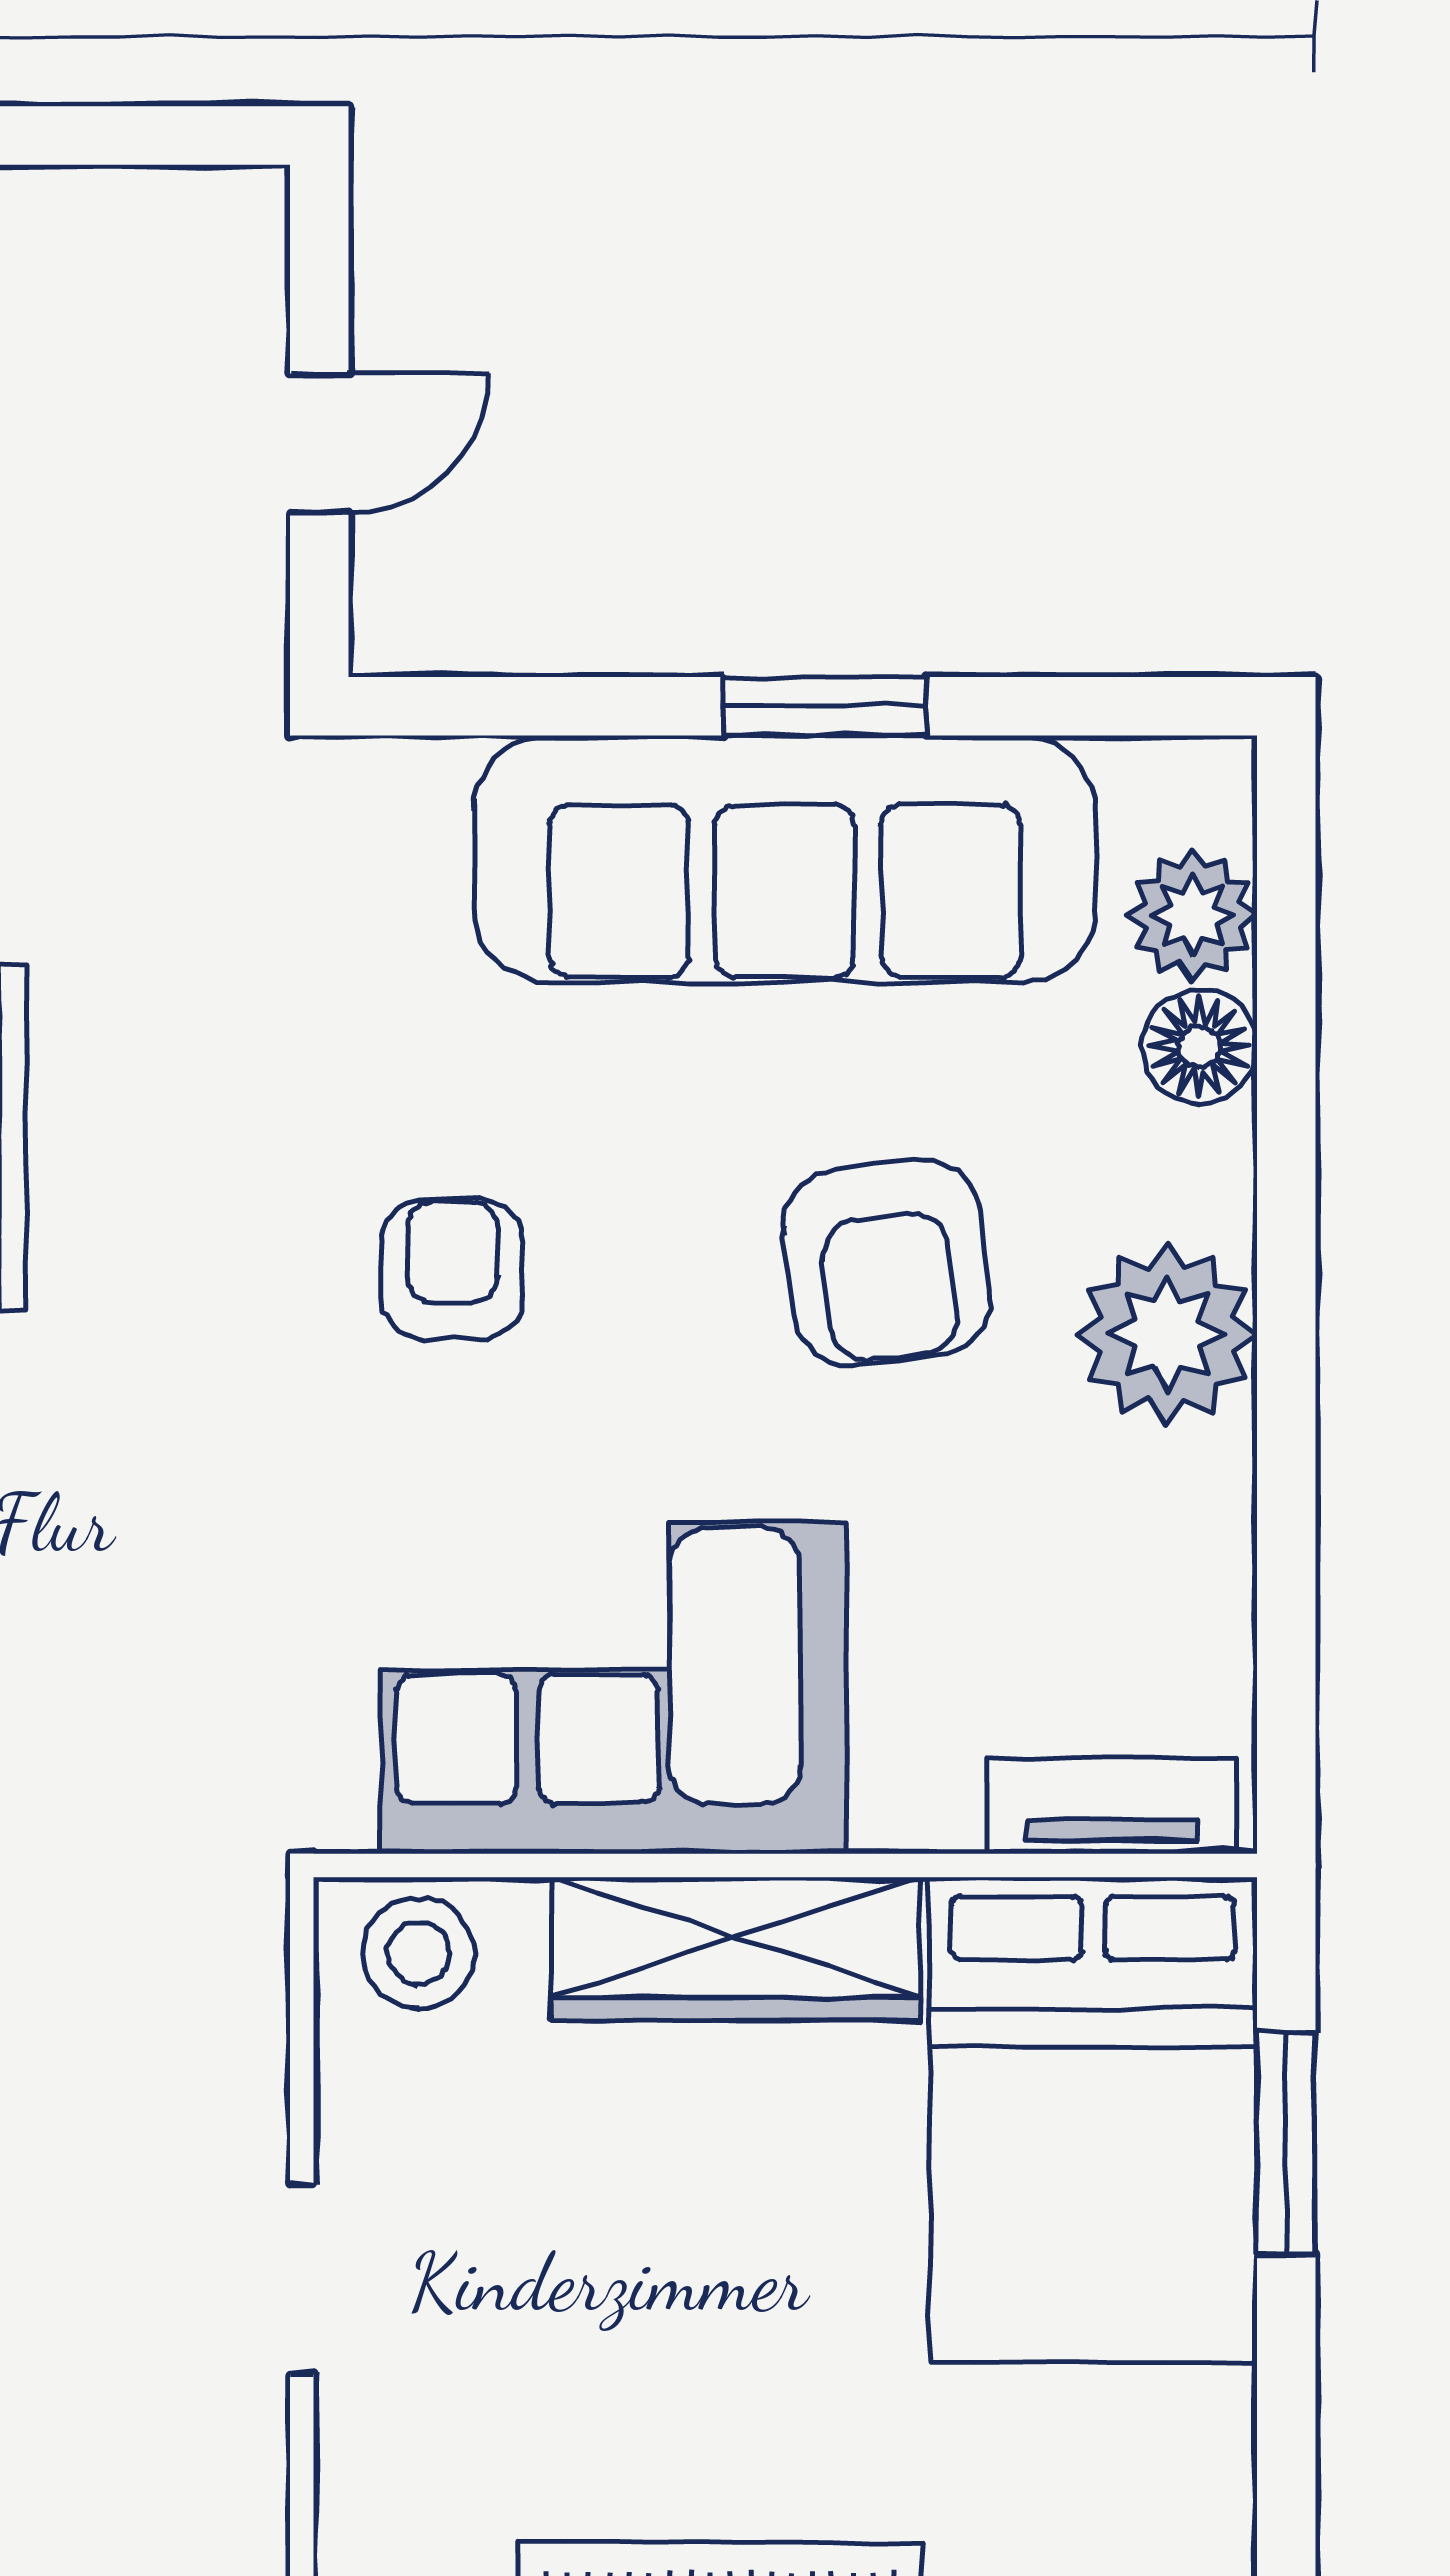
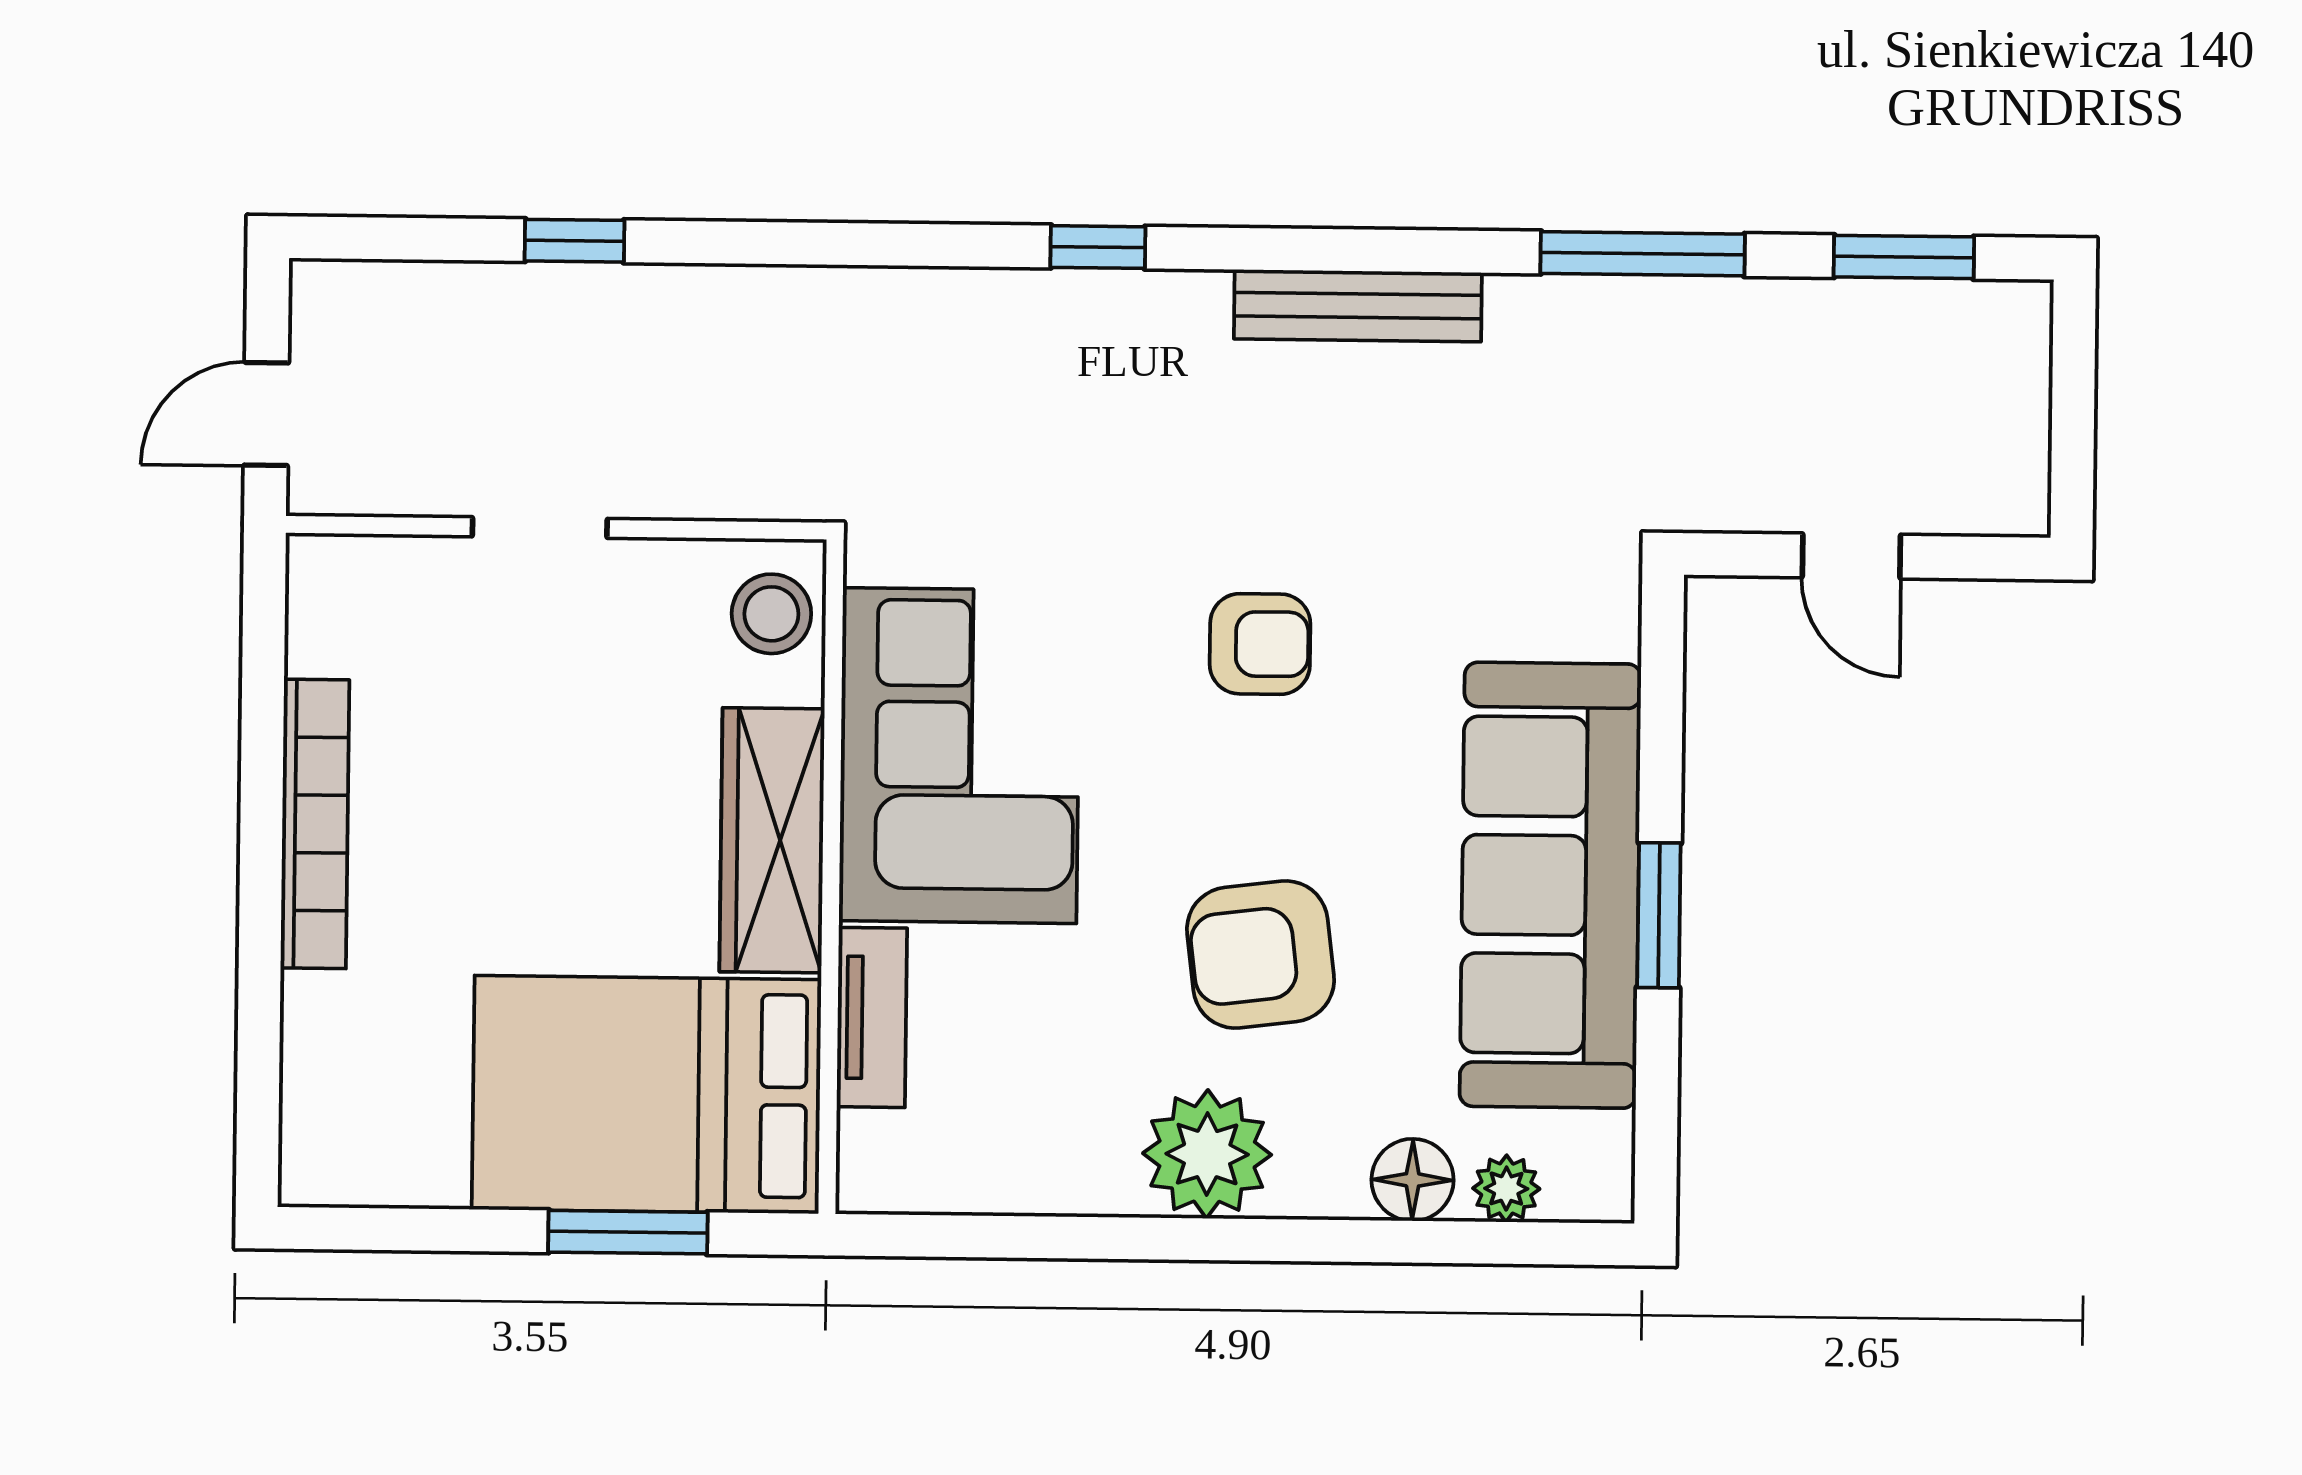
plant: (1193, 915) -> (1506, 1189), width x0.73, depth x0.73
tv unit: (1112, 1806) -> (872, 1017), moved

